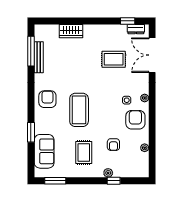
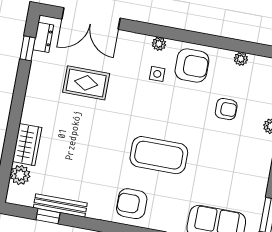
plant: (52, 30) -> (20, 175), added
window: (31, 51) -> (48, 216), width x0.46
rug: (114, 59) -> (86, 83), turned 90
armchair: (135, 120) -> (192, 66), turned 180
rug: (84, 152) -> (230, 160), removed

